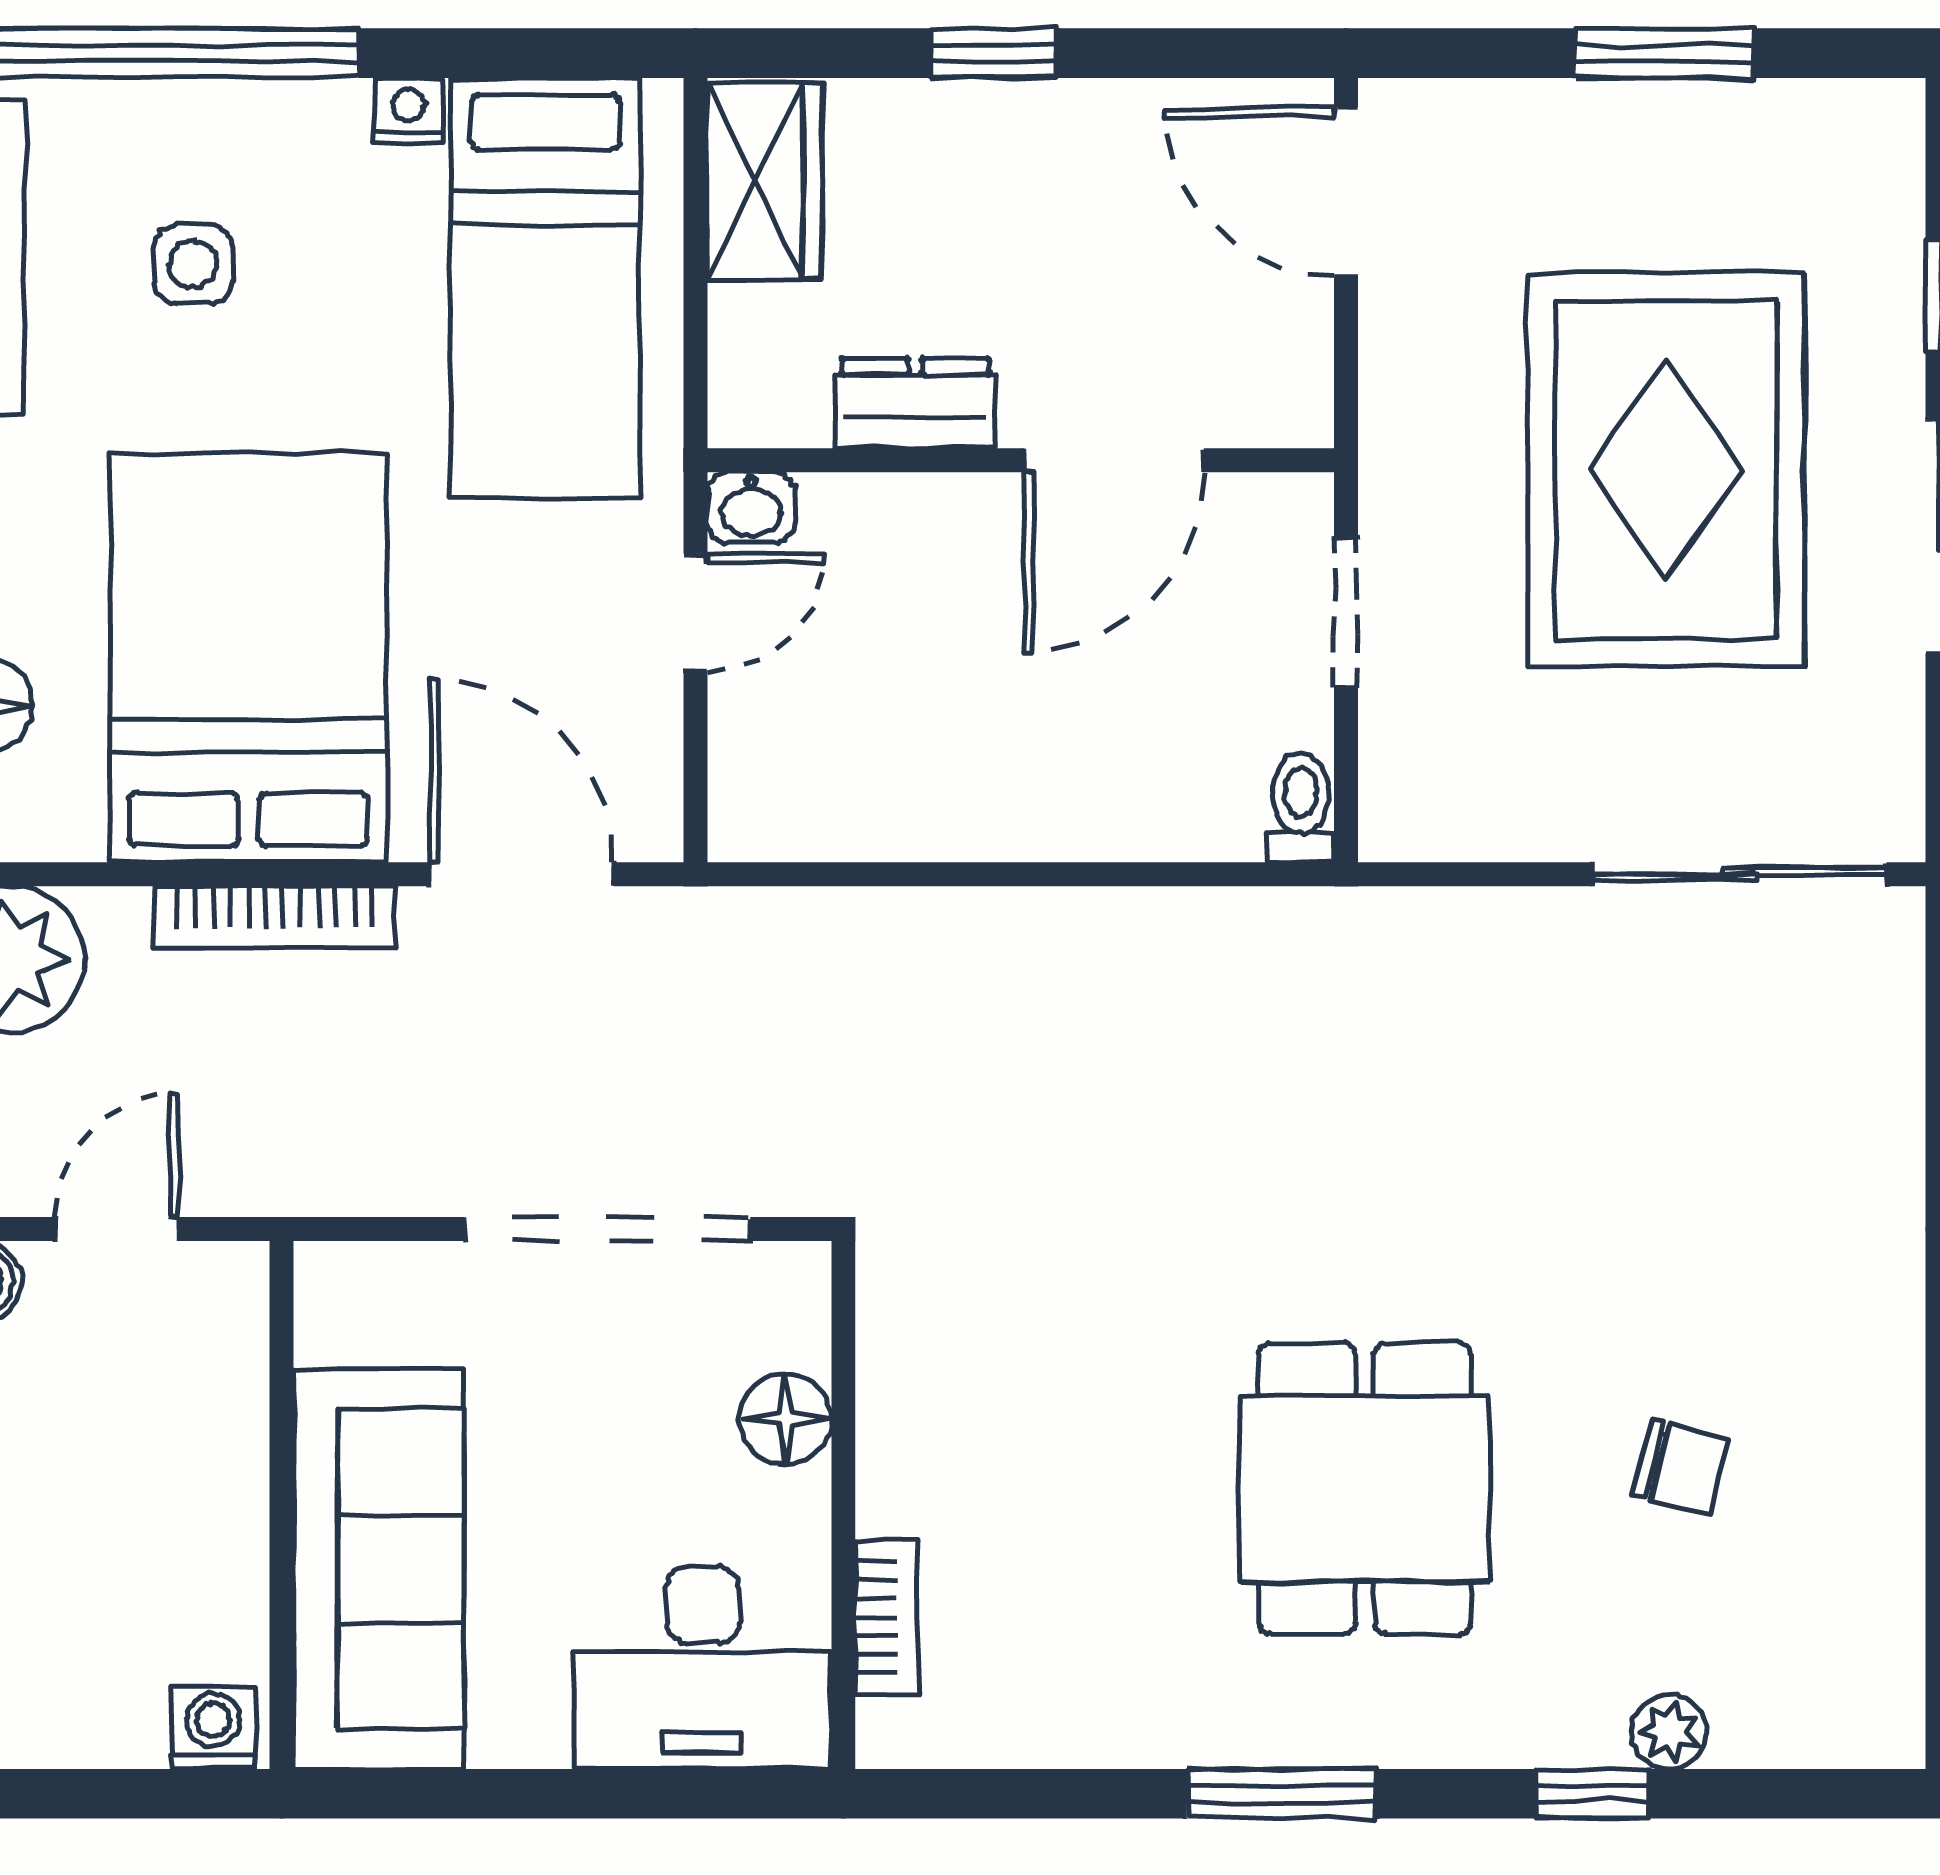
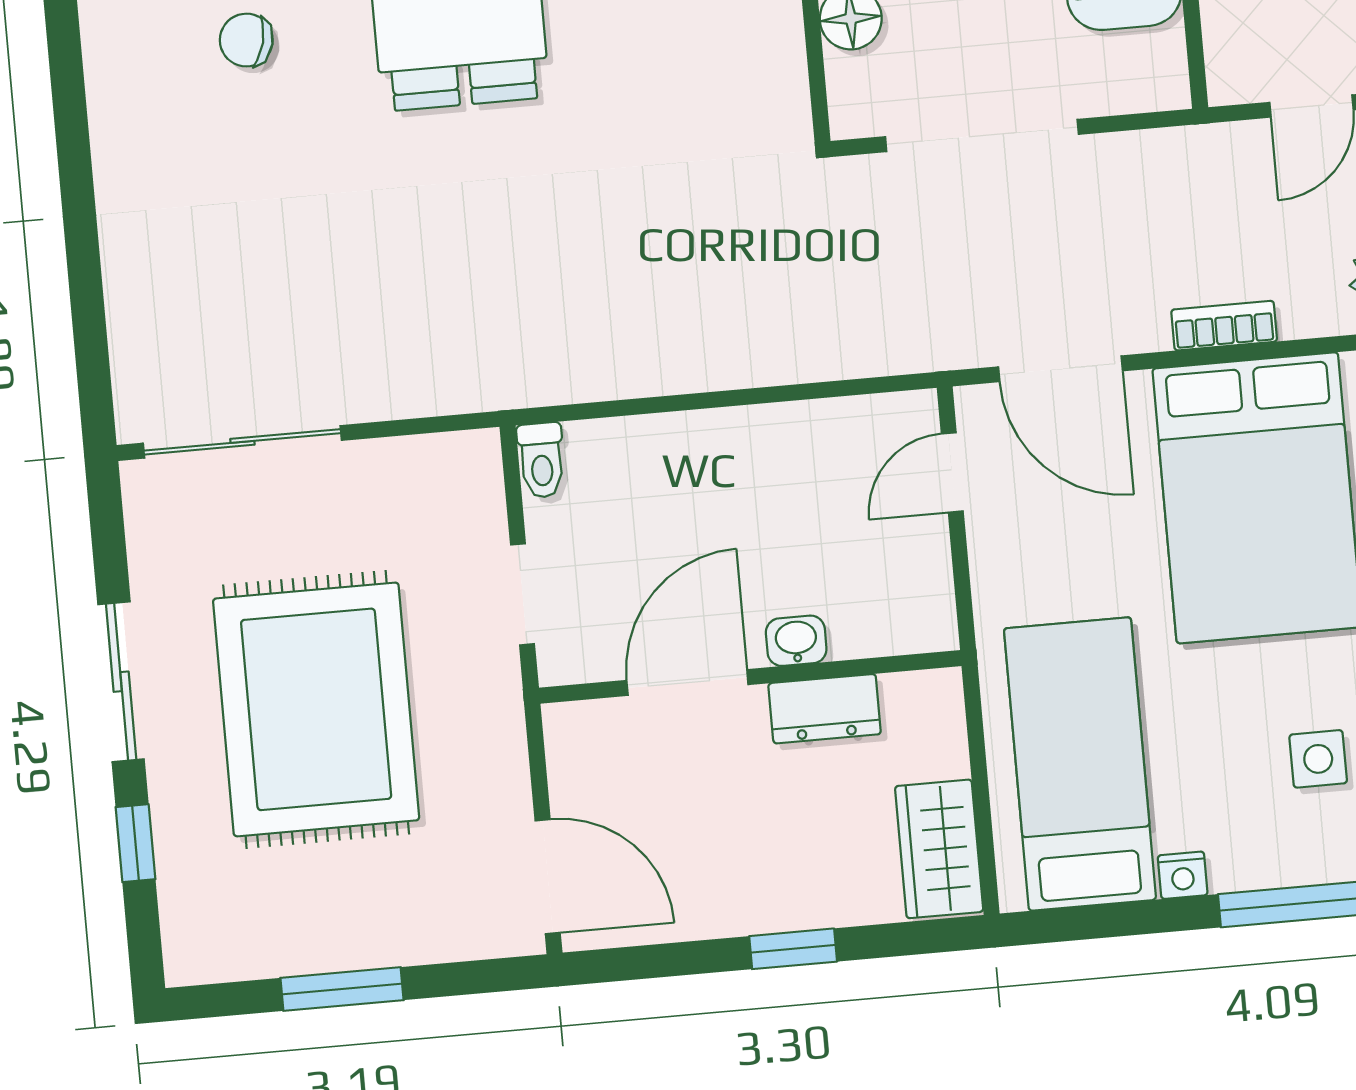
washbasin: (751, 507) -> (796, 641), moved
door: (695, 612) -> (952, 472), moved
bookcase: (275, 917) -> (1224, 326), width x0.64

